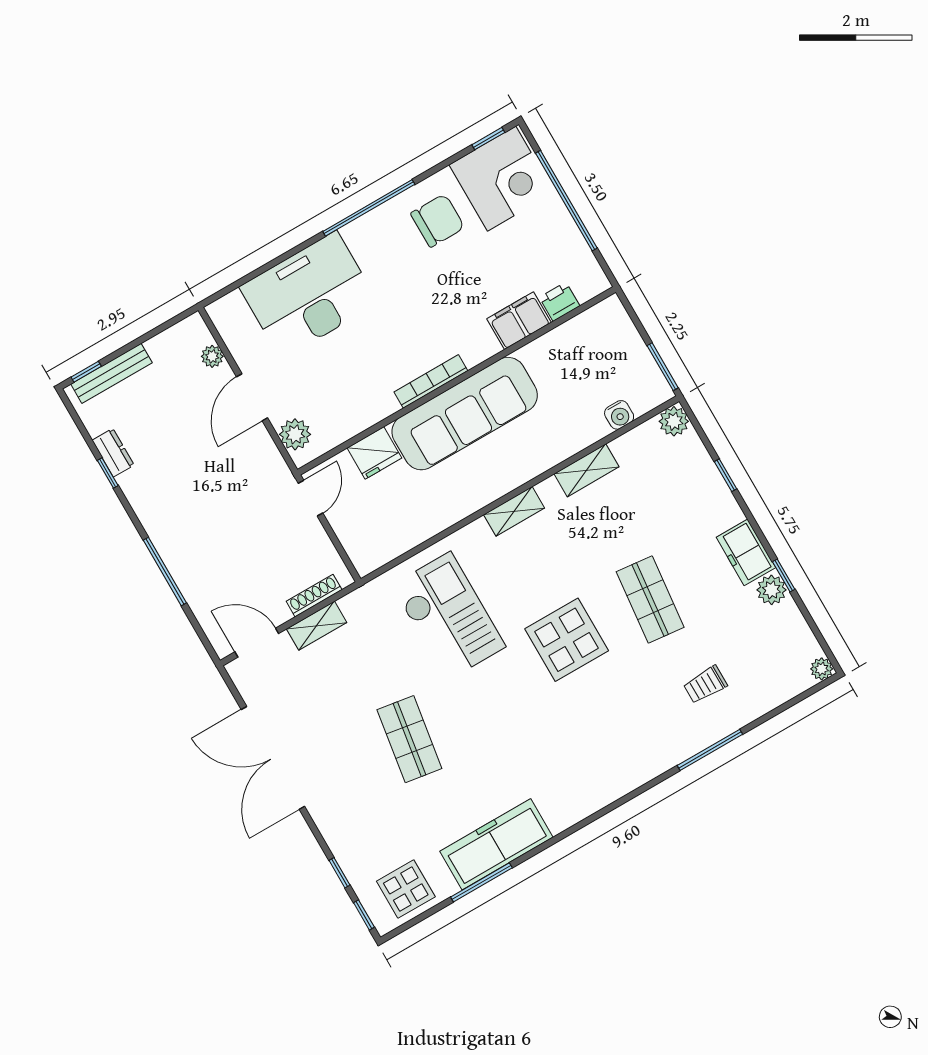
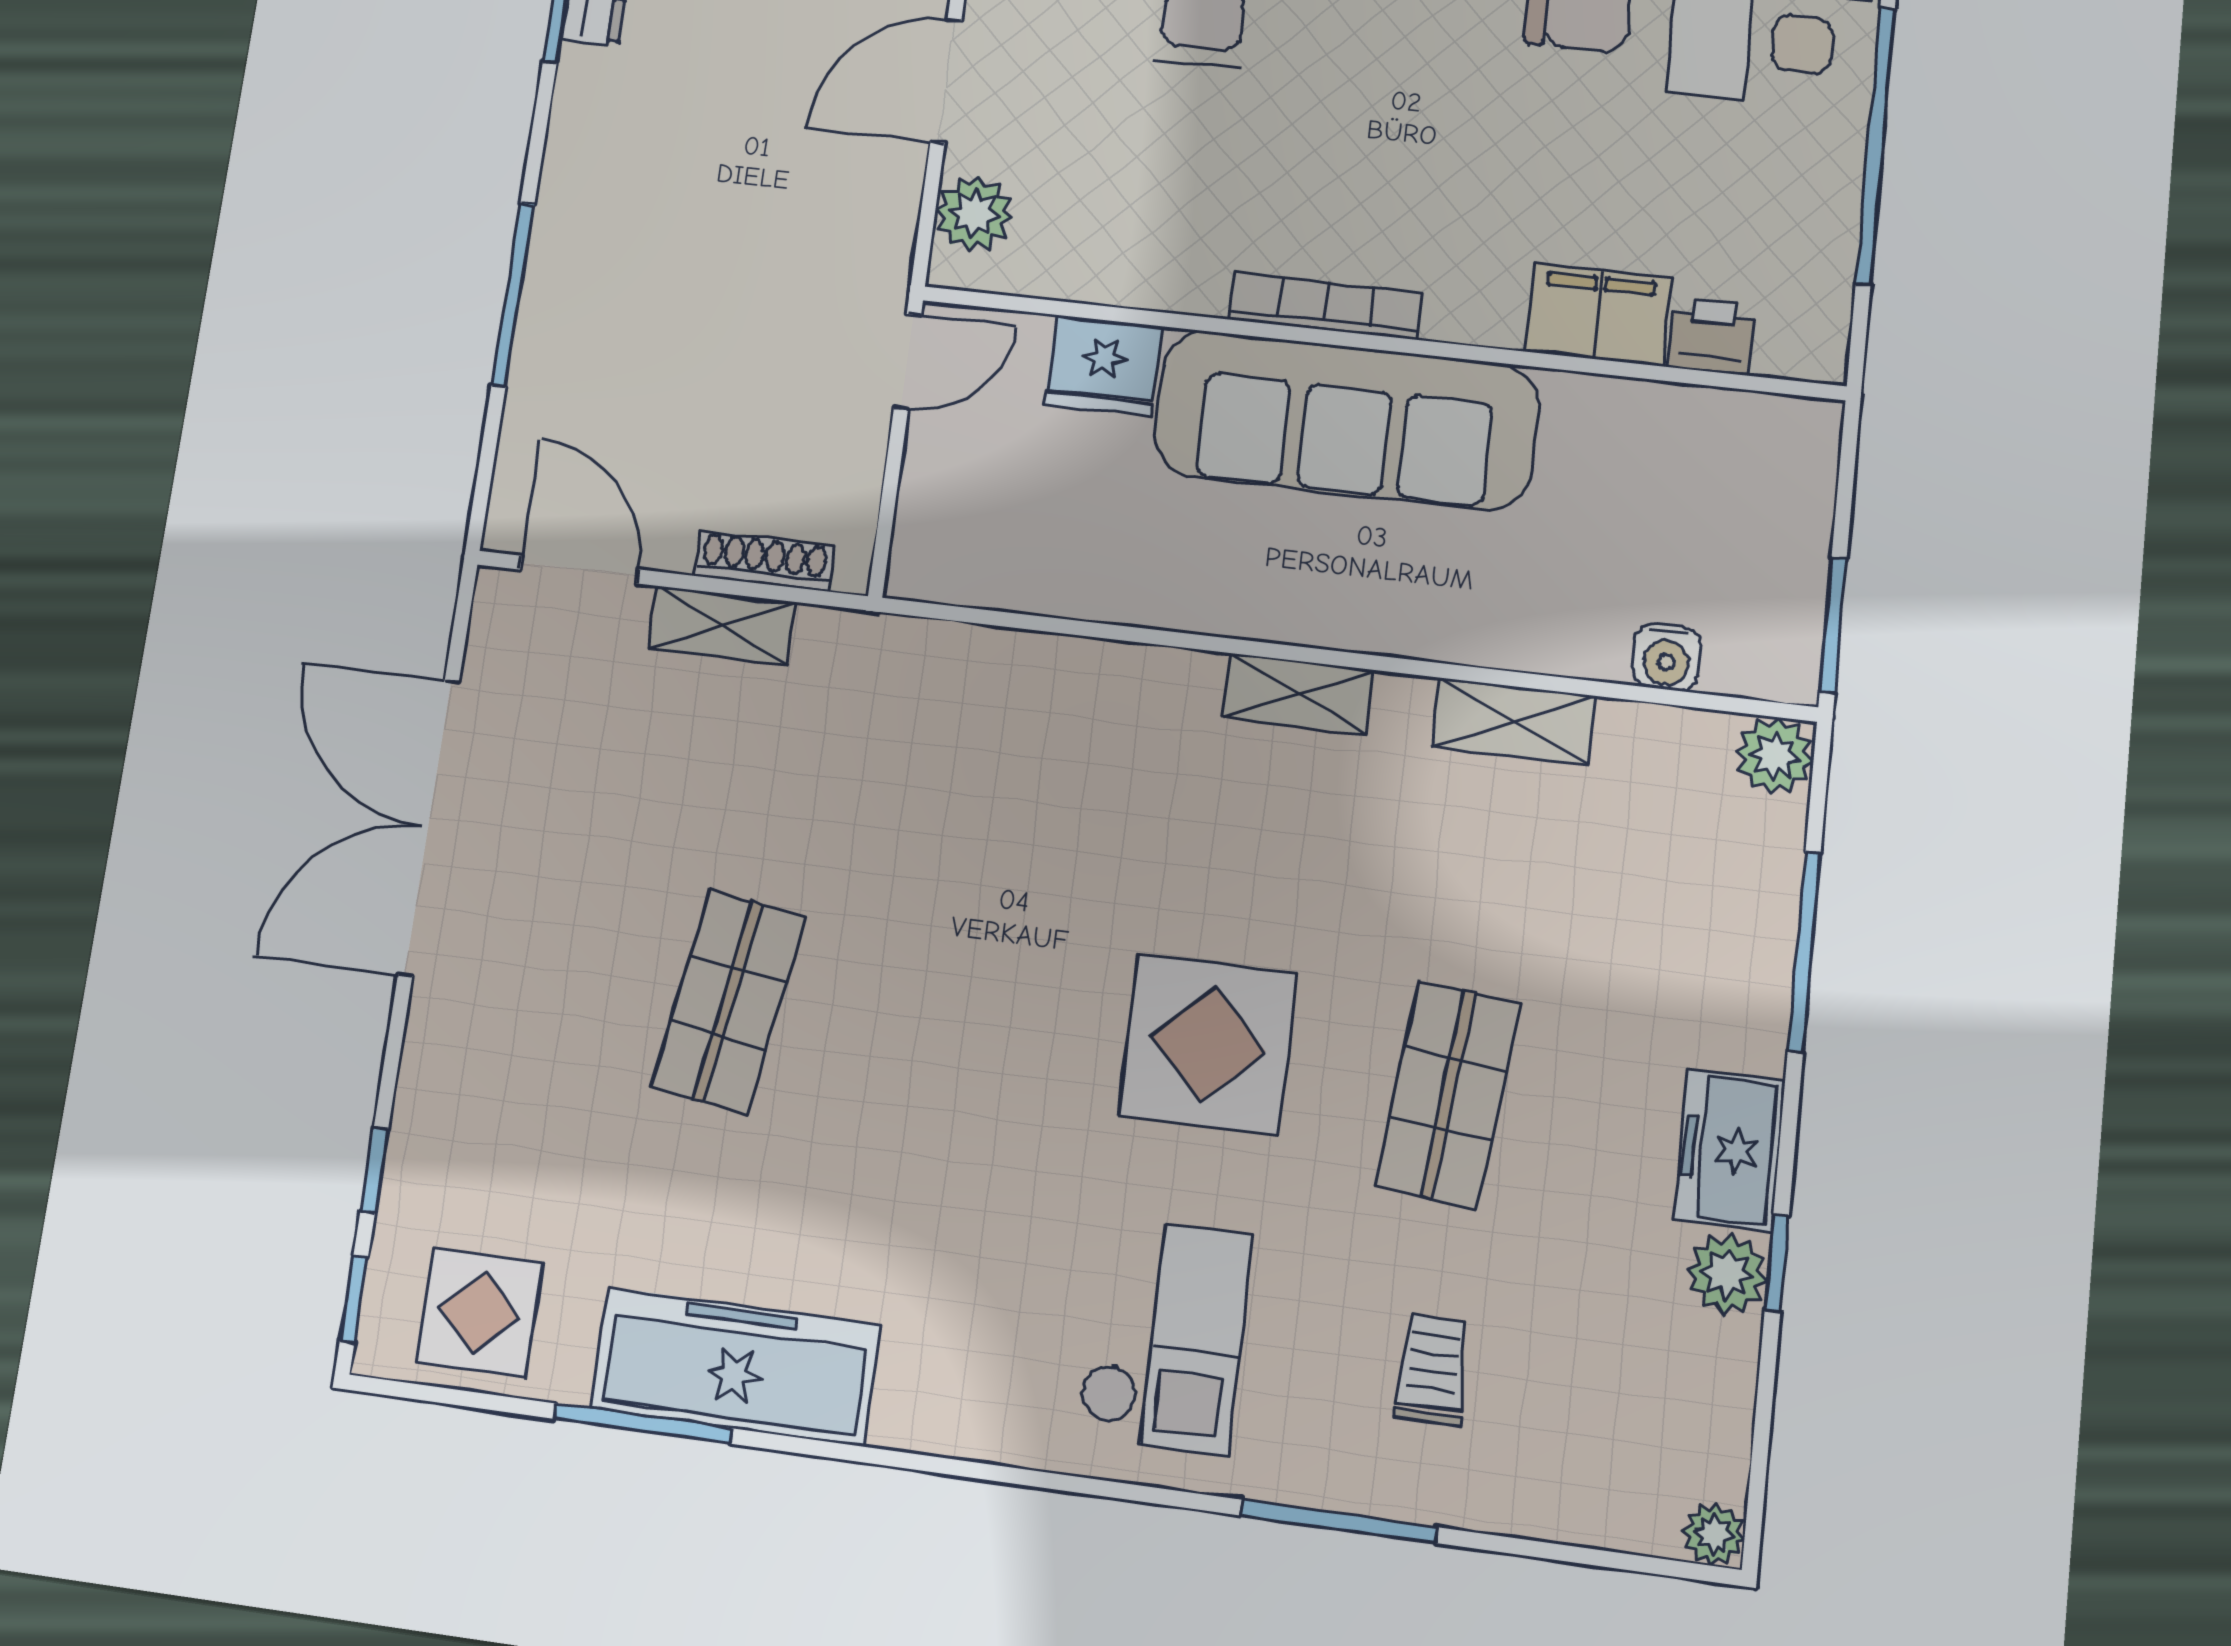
window: (726, 475) -> (1804, 952), width x2.17
checkout: (448, 616) -> (1165, 1335), moved, width x0.73, depth x0.83
trolley: (705, 685) -> (1433, 1370), turned 90

